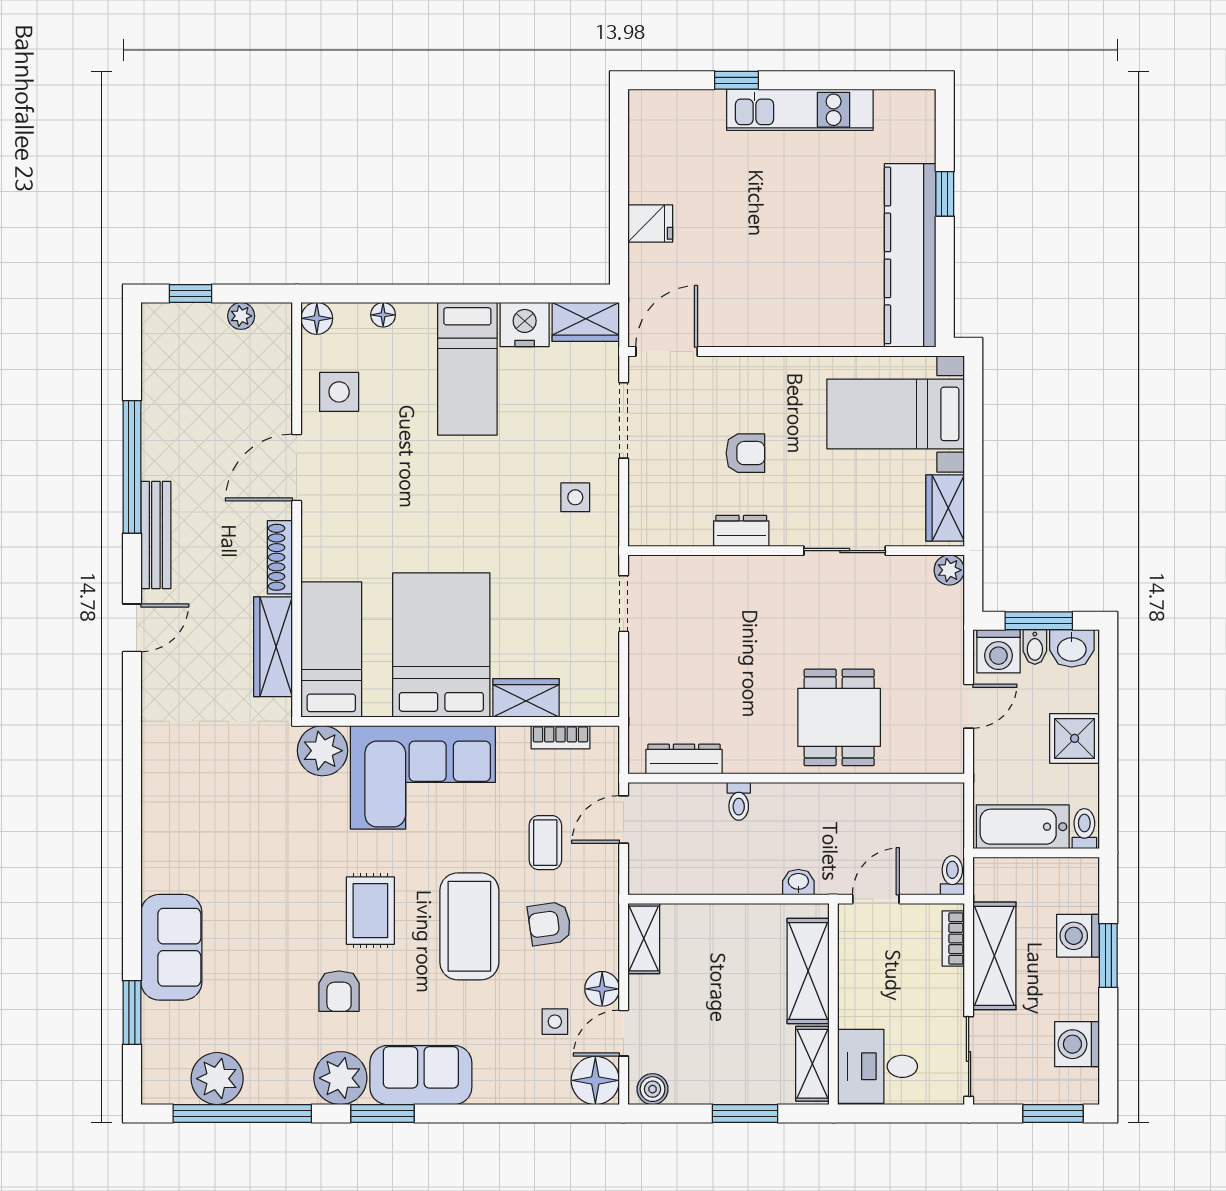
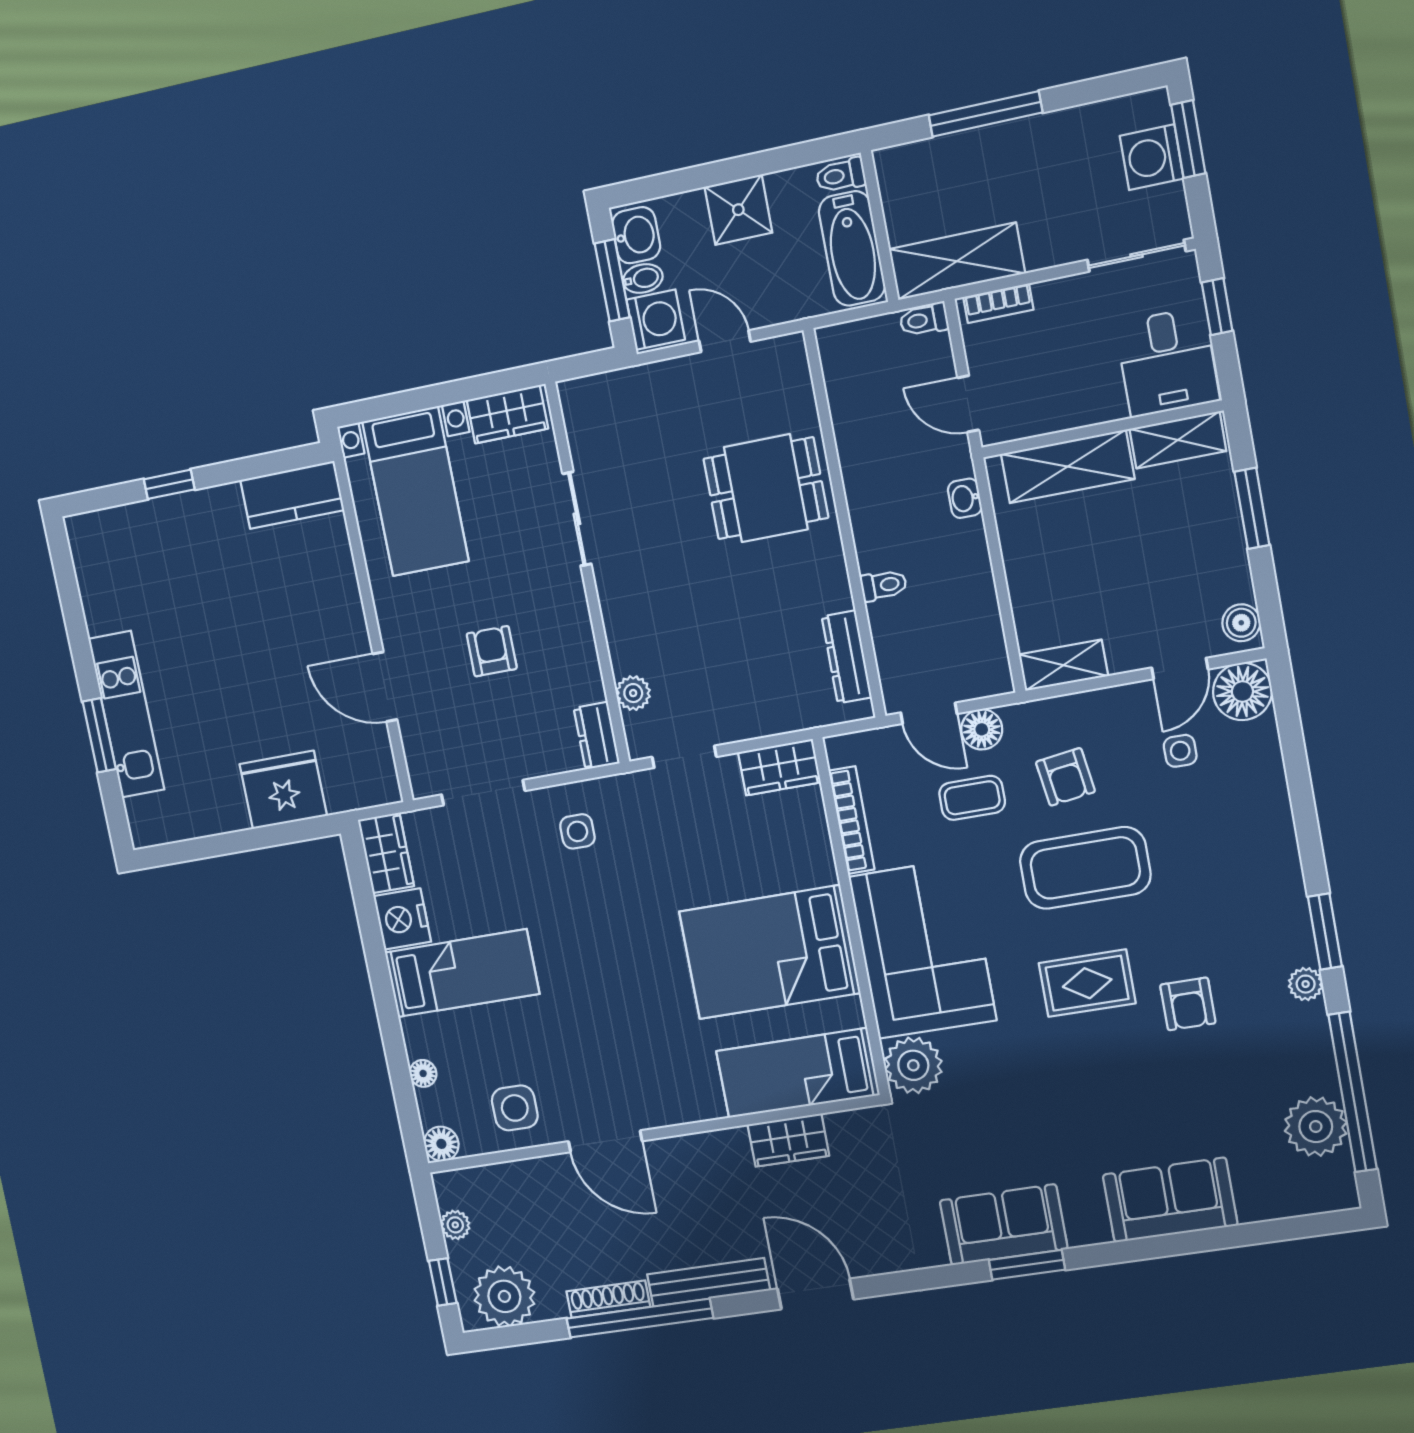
window: (736, 80) -> (99, 735), width x1.50
kitchen unit: (800, 110) -> (126, 714), moved
fridge: (650, 224) -> (283, 790), width x1.88, depth x1.34
kitchen counter: (910, 255) -> (292, 495), width x0.48, depth x0.86
plant: (169, 348) -> (504, 1296), added
door: (667, 352) -> (385, 687), moved
dresser: (741, 531) -> (597, 736), moved
shoe rack: (280, 557) -> (608, 1299), moved, turned 180
plant: (949, 570) -> (633, 693), moved
door: (132, 628) -> (815, 1294), width x1.38
wardrobe: (273, 647) -> (788, 1140), width x0.67
wardrobe: (526, 698) -> (779, 767), moved, turned -90
bookcase: (561, 737) -> (852, 820), width x1.56
washing machine: (1078, 936) -> (968, 155), removed
shelving: (994, 956) -> (957, 261), moved
window: (1108, 956) -> (985, 114), width x1.44
floor lamp: (602, 989) -> (982, 729), moved
armchair: (339, 991) -> (1188, 1004), turned 90
window: (132, 1013) -> (1027, 1265), moved
door: (624, 1033) -> (1180, 668), hinge flipped
washing machine: (1077, 1044) -> (1152, 157), moved, turned 90
sofa: (421, 1075) -> (1004, 1225), moved, turned 90
plant: (340, 1078) -> (1306, 984), width x0.53, depth x0.53
window: (914, 1113) -> (1217, 307), added

